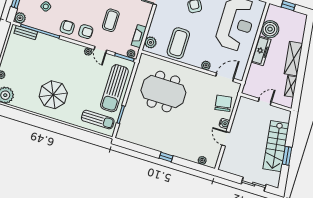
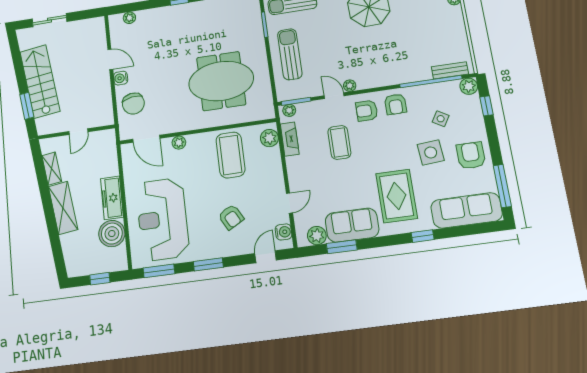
door: (225, 77) -> (146, 139), hinge flipped
sun lounger: (114, 88) -> (290, 54), width x0.73, depth x0.75
window: (287, 156) -> (27, 106), moved

